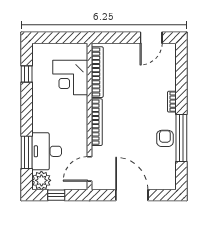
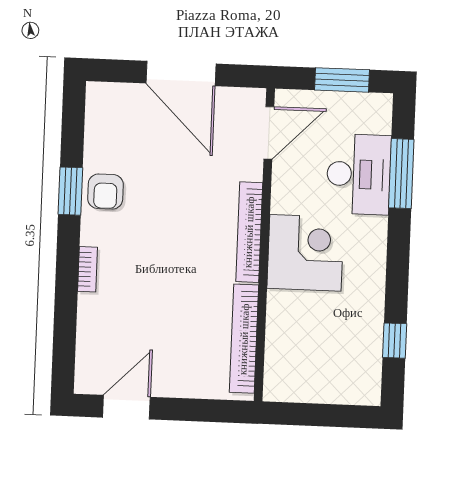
corner desk: (70, 78) -> (305, 253), moved
window: (181, 138) -> (70, 191), width x0.47
plant: (41, 180) -> (372, 113), removed
window: (56, 195) -> (342, 80), width x1.50

